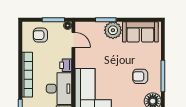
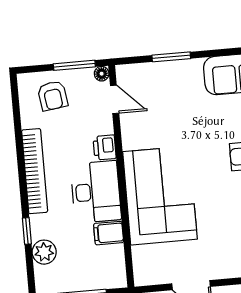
plant: (113, 30) -> (186, 75), removed
armchair: (40, 35) -> (53, 96), turned -98

